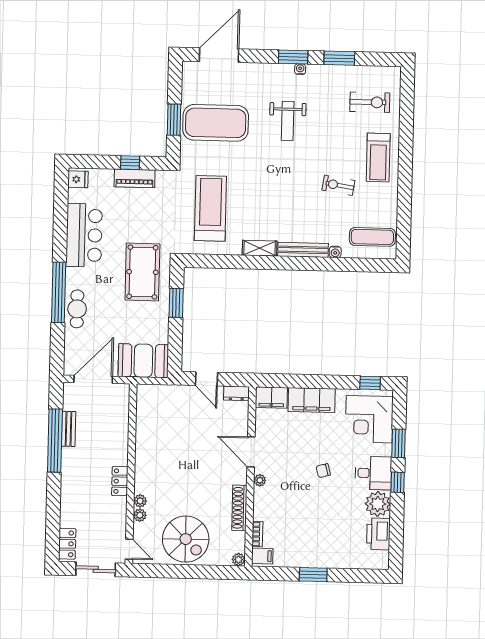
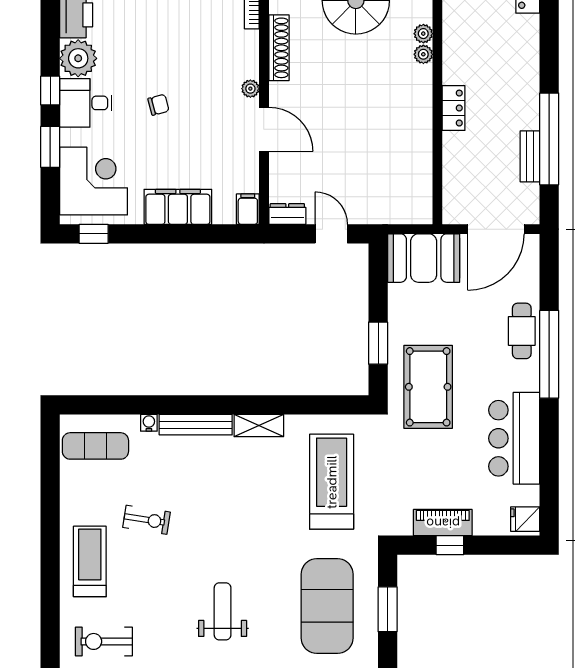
exercise mat: (216, 123) -> (327, 606), turned 90
treadmill: (210, 208) -> (332, 482), turned 180
filing cabinet: (271, 398) -> (248, 209), width x0.50
locker: (120, 481) -> (454, 108), moved

